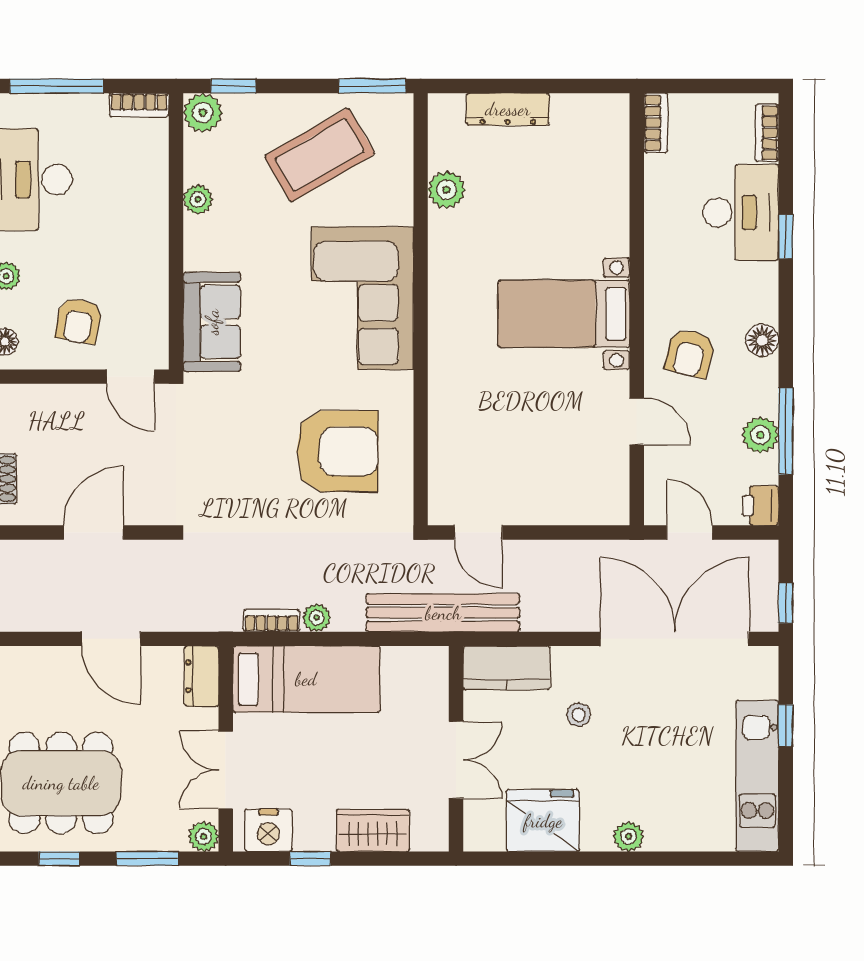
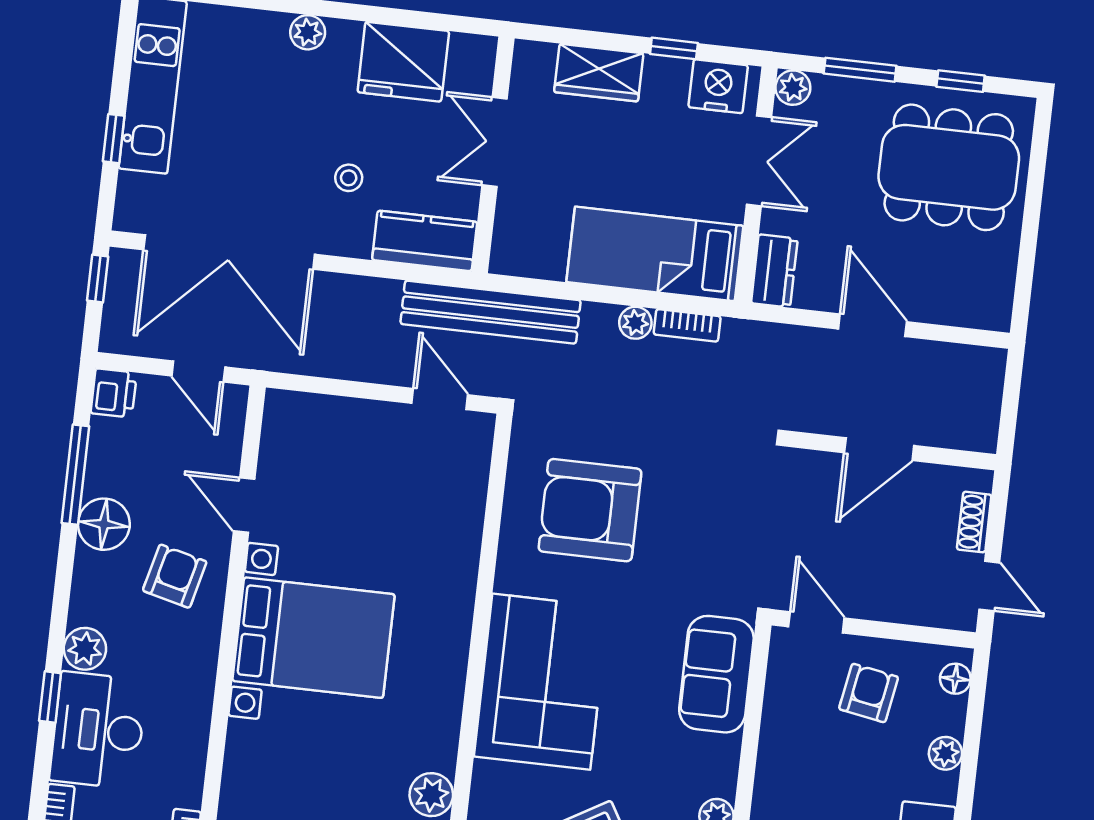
bed with nightstands: (564, 314) -> (313, 638), width x1.36
floor lamp: (762, 340) -> (104, 524), moved, width x1.38, depth x1.38
plant: (760, 435) -> (85, 649), moved

